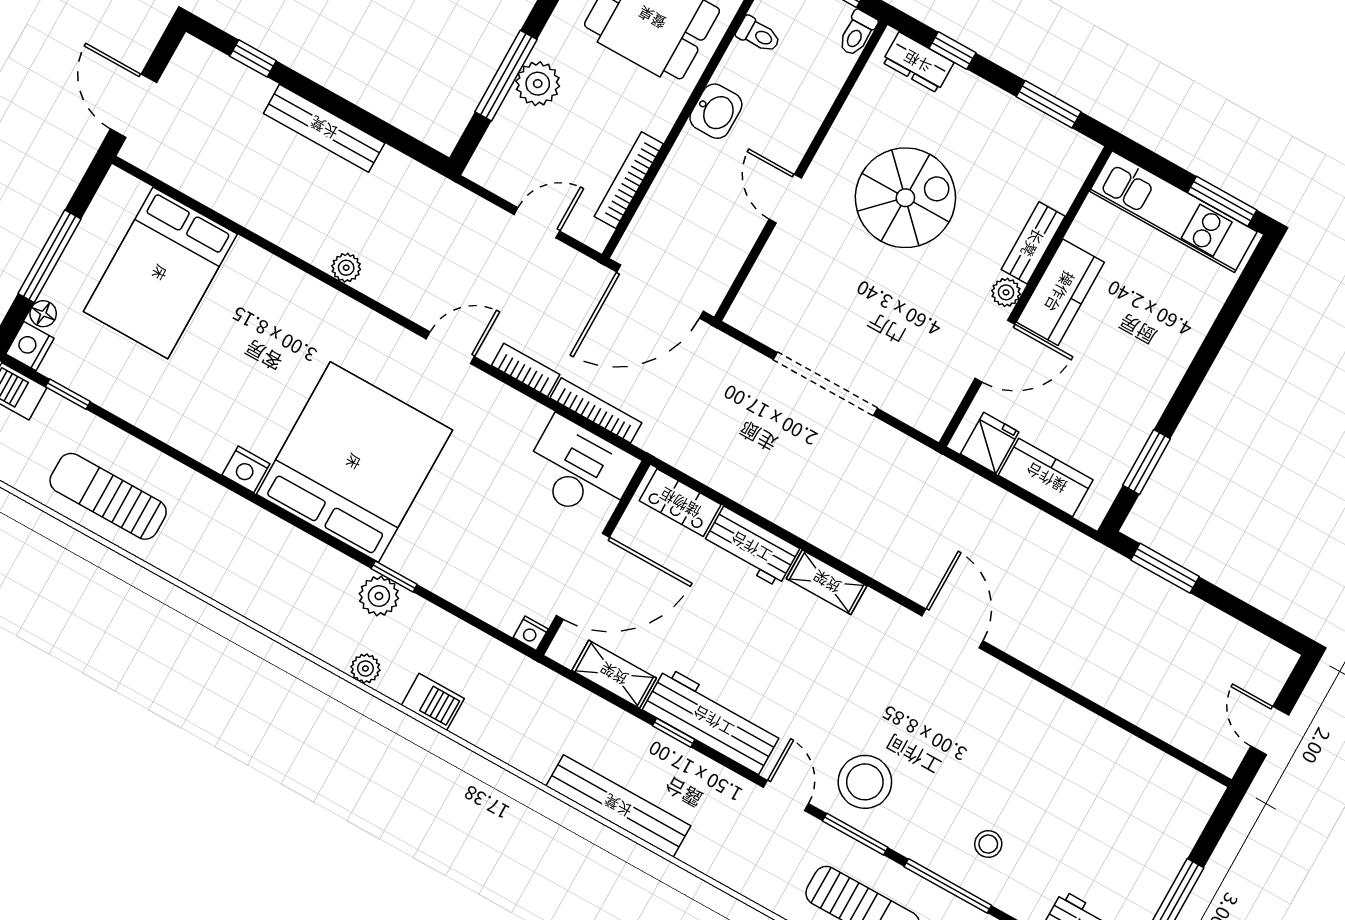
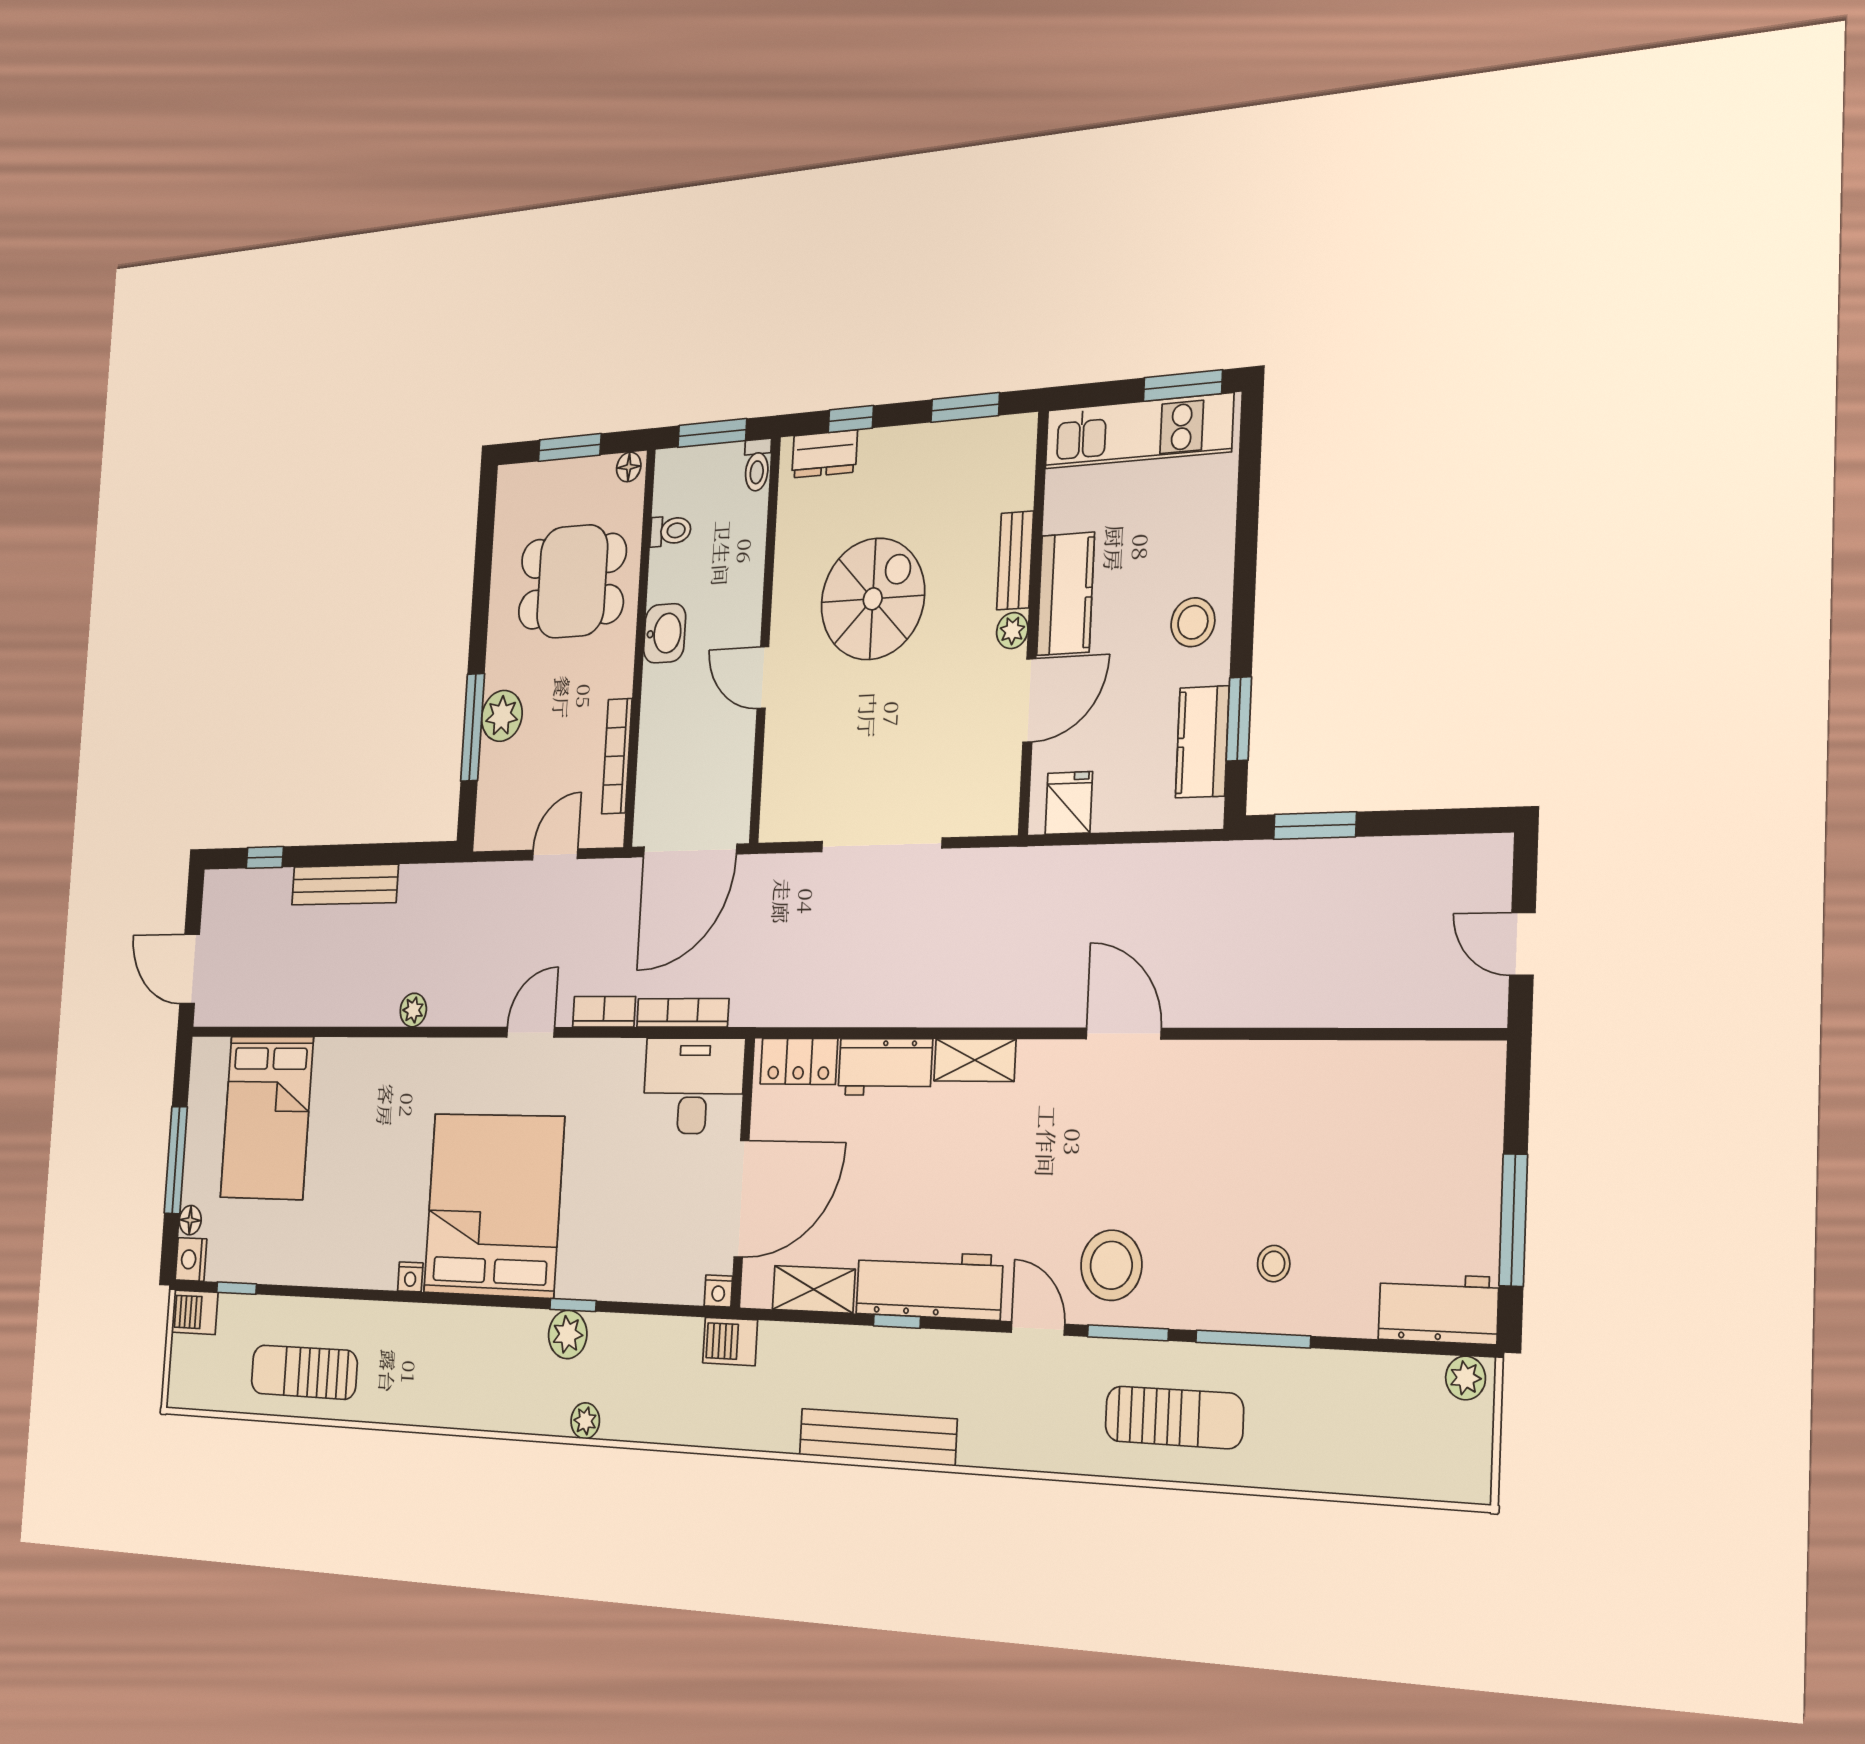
stool: (1146, 374) -> (1193, 622), added
nightstand: (246, 469) -> (410, 1277), width x0.72, depth x0.74
kitchen counter: (1046, 478) -> (1202, 742), moved, turned -90
barbecue: (433, 702) -> (730, 1341), moved, turned 180

